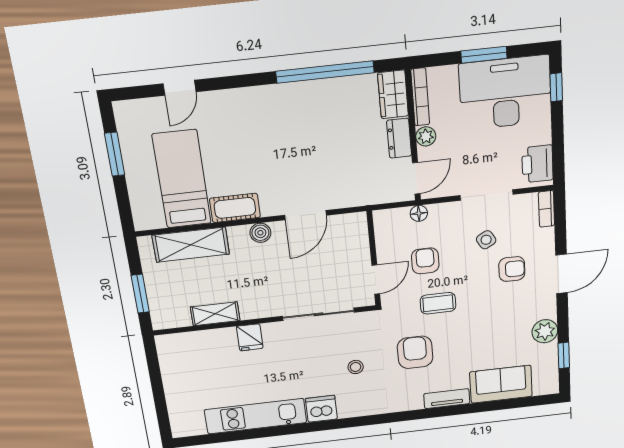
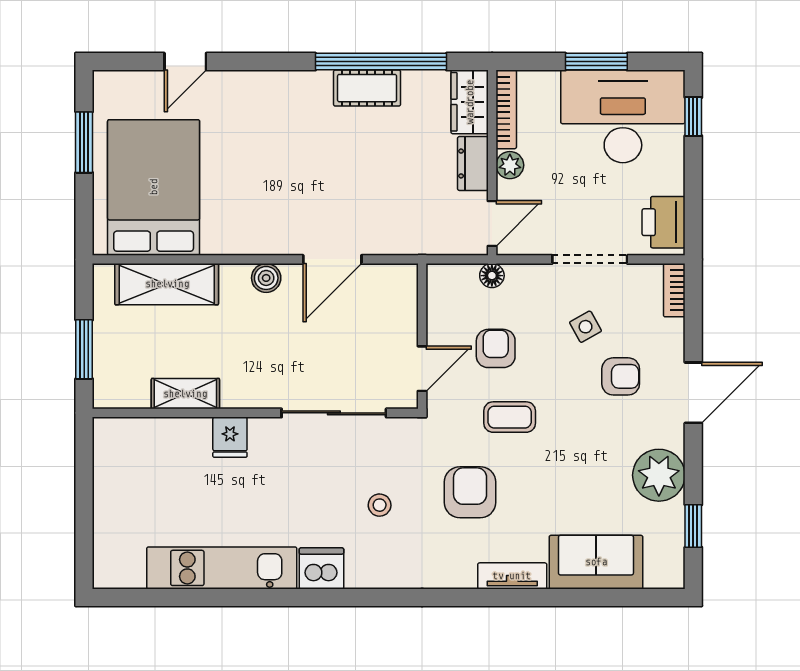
bed: (182, 179) -> (154, 187), width x1.50
cot: (235, 208) -> (367, 88), moved
plant: (545, 331) -> (659, 475), width x1.36, depth x1.36

